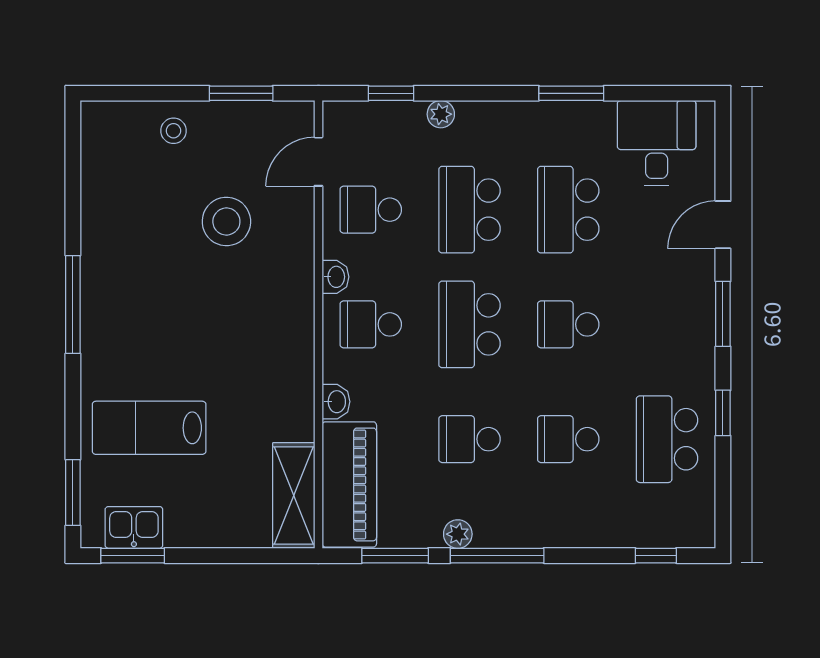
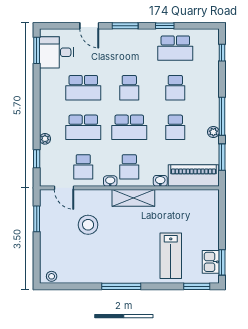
window: (571, 93) -> (37, 50), moved
stool: (173, 131) -> (52, 276), moved
shelving: (294, 495) -> (133, 198), moved

